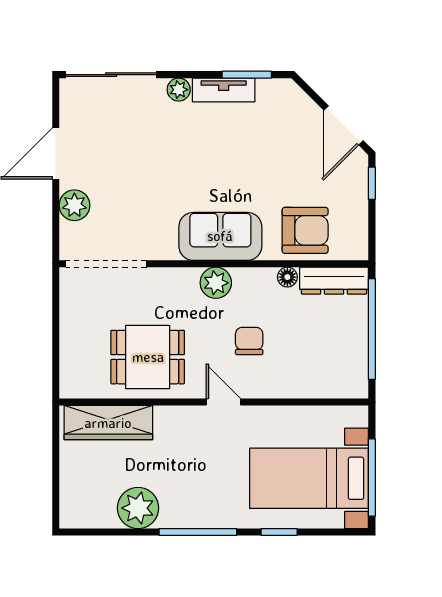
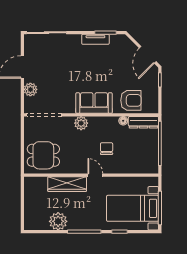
plant: (179, 90) -> (76, 39), removed
plant: (216, 283) -> (81, 123), moved
dining table: (148, 357) -> (43, 155), moved
wardrobe: (108, 423) -> (67, 184), moved

